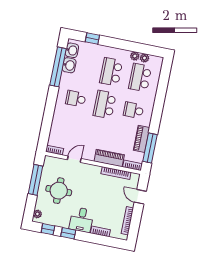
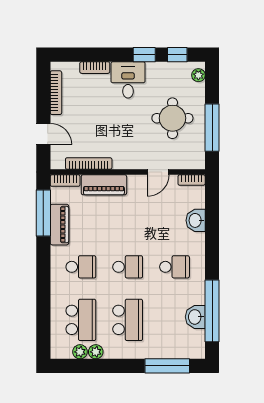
window: (92, 38) -> (167, 366), width x2.17
washbasin: (72, 50) -> (196, 220), moved
school desk: (105, 104) -> (128, 267), width x0.54

